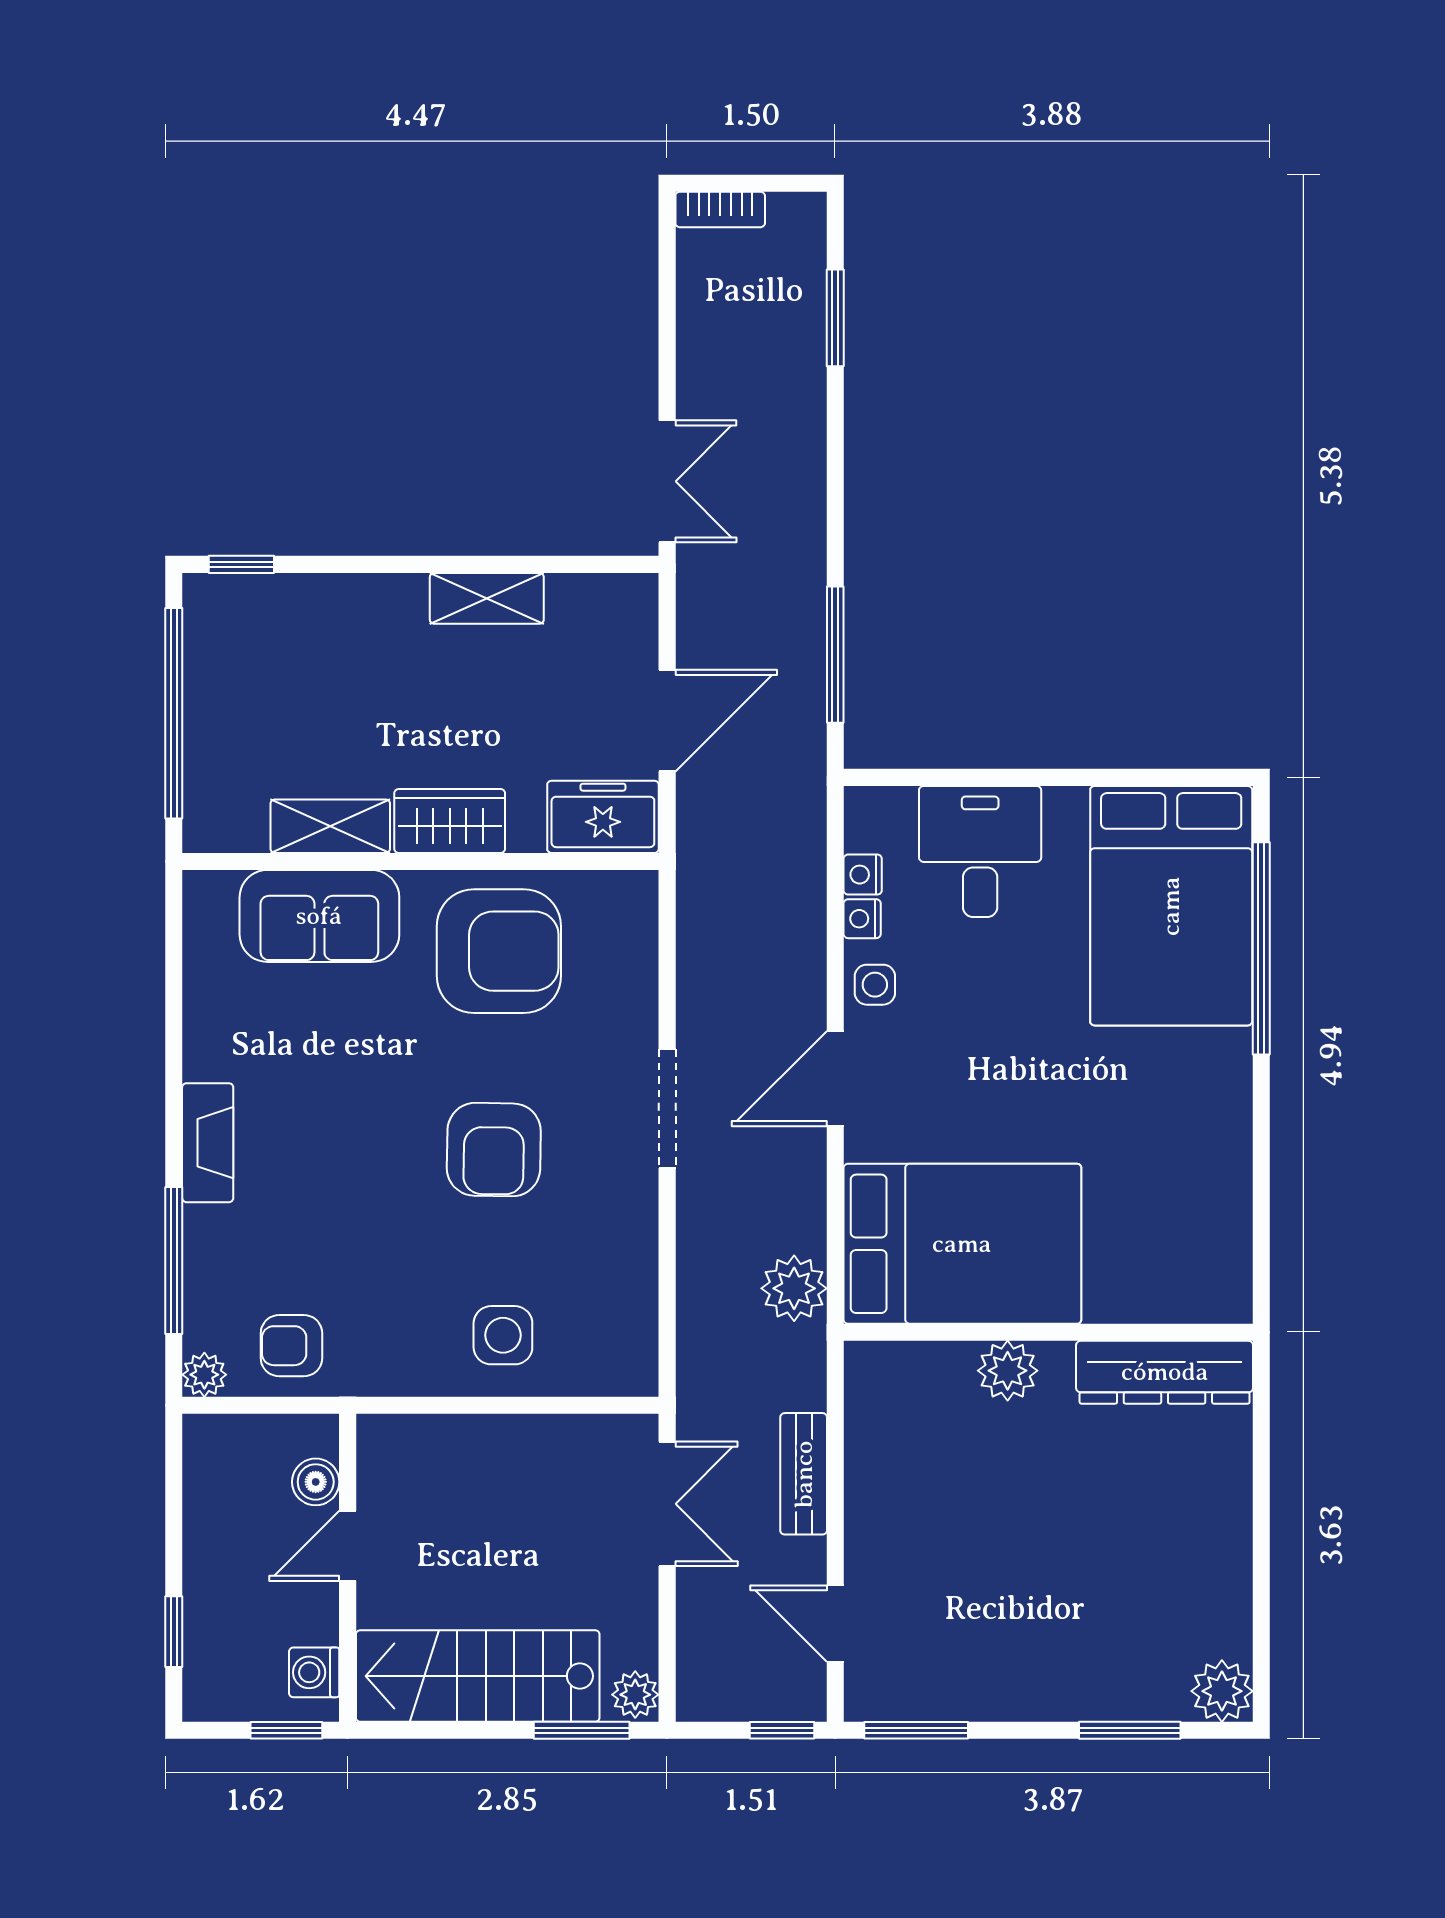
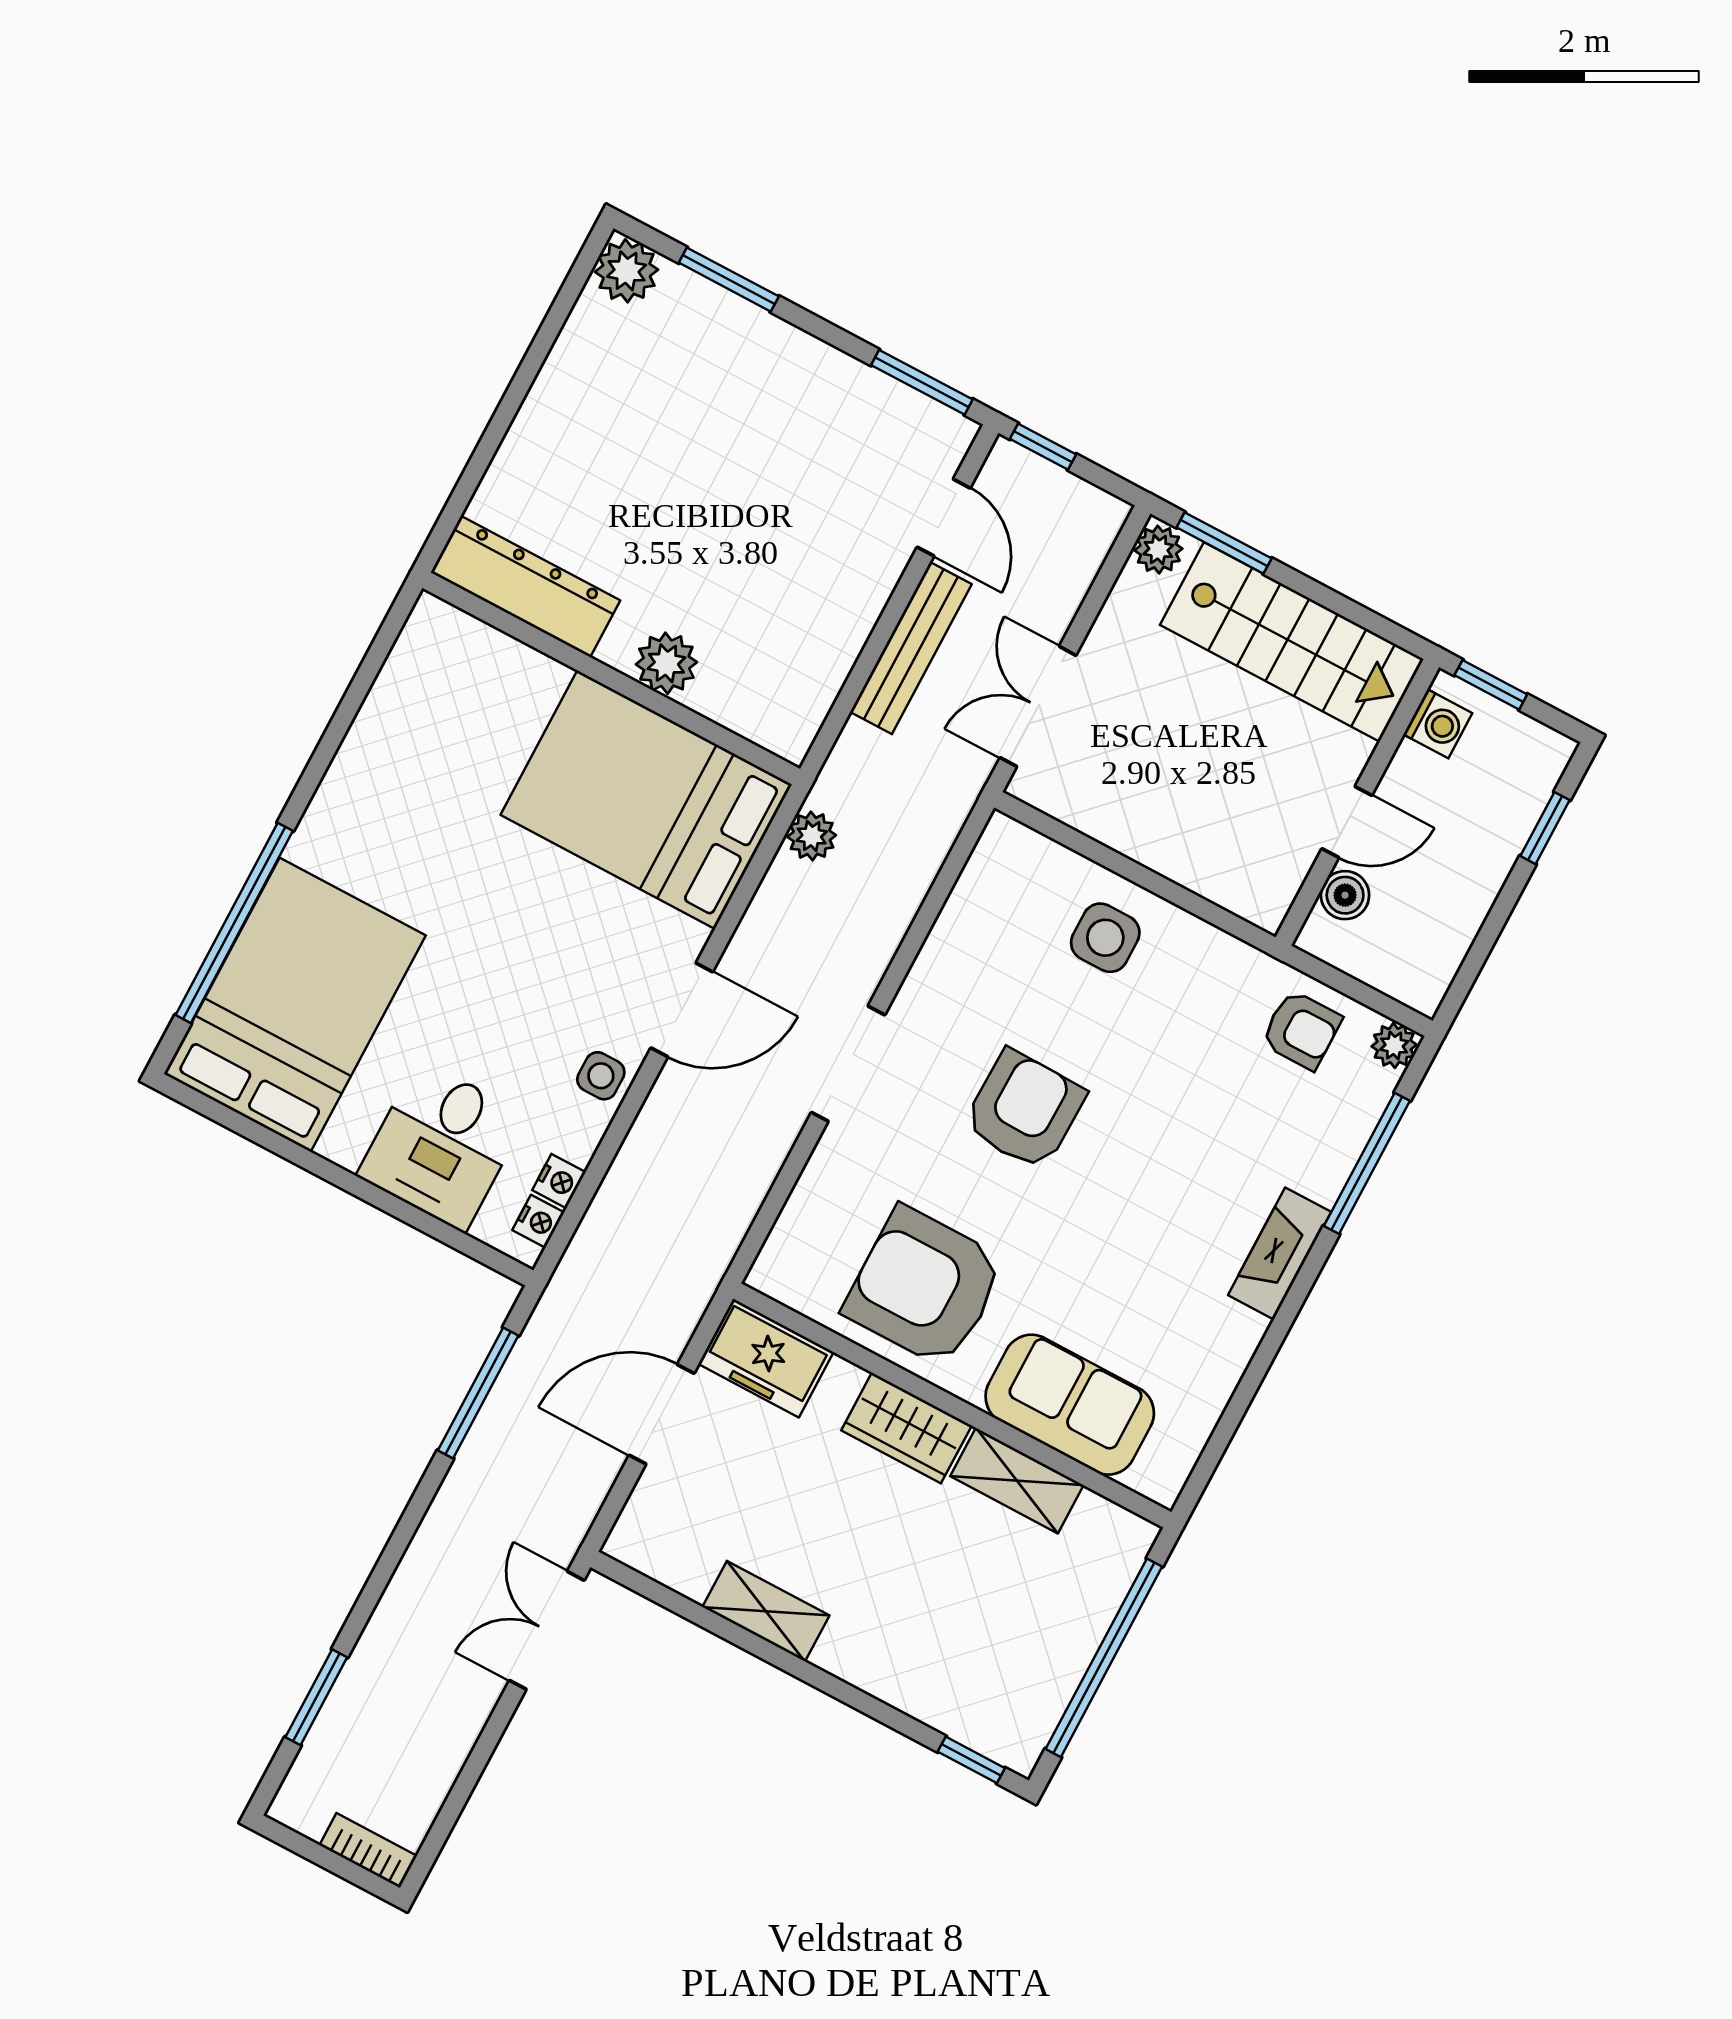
nightstand: (862, 919) -> (538, 1221), moved
plant: (794, 1288) -> (812, 836), width x0.73, depth x0.73
bench: (804, 1474) -> (911, 648), width x1.36

